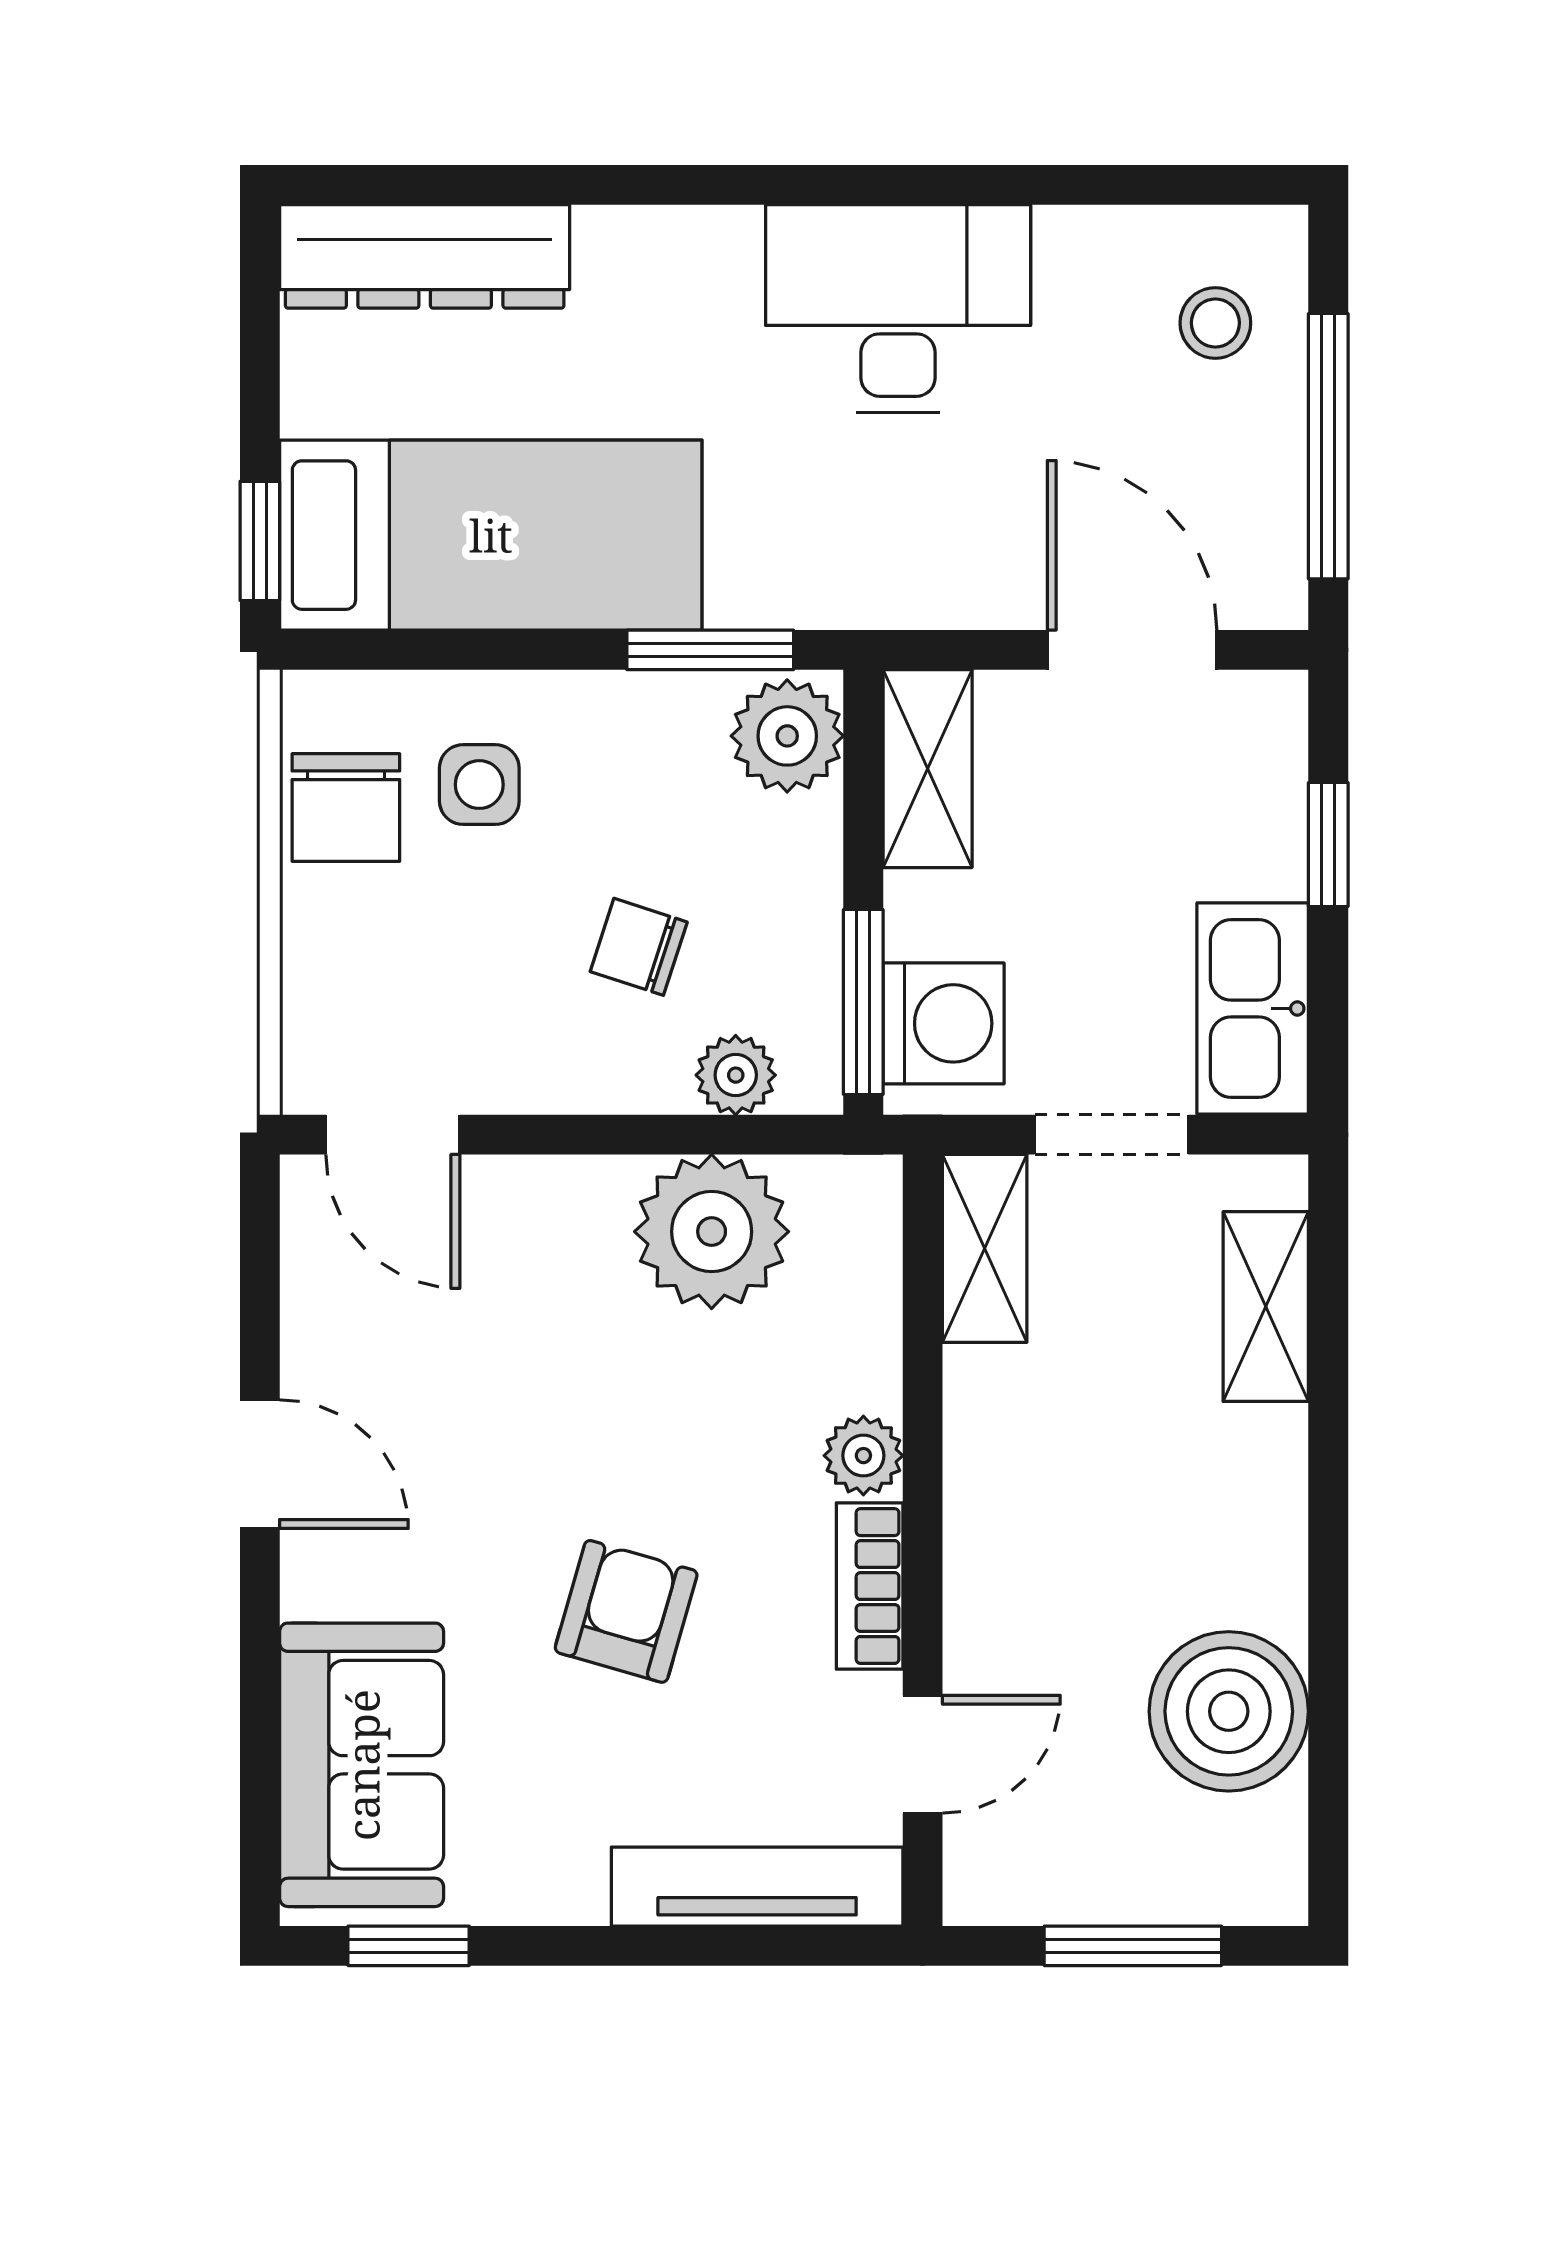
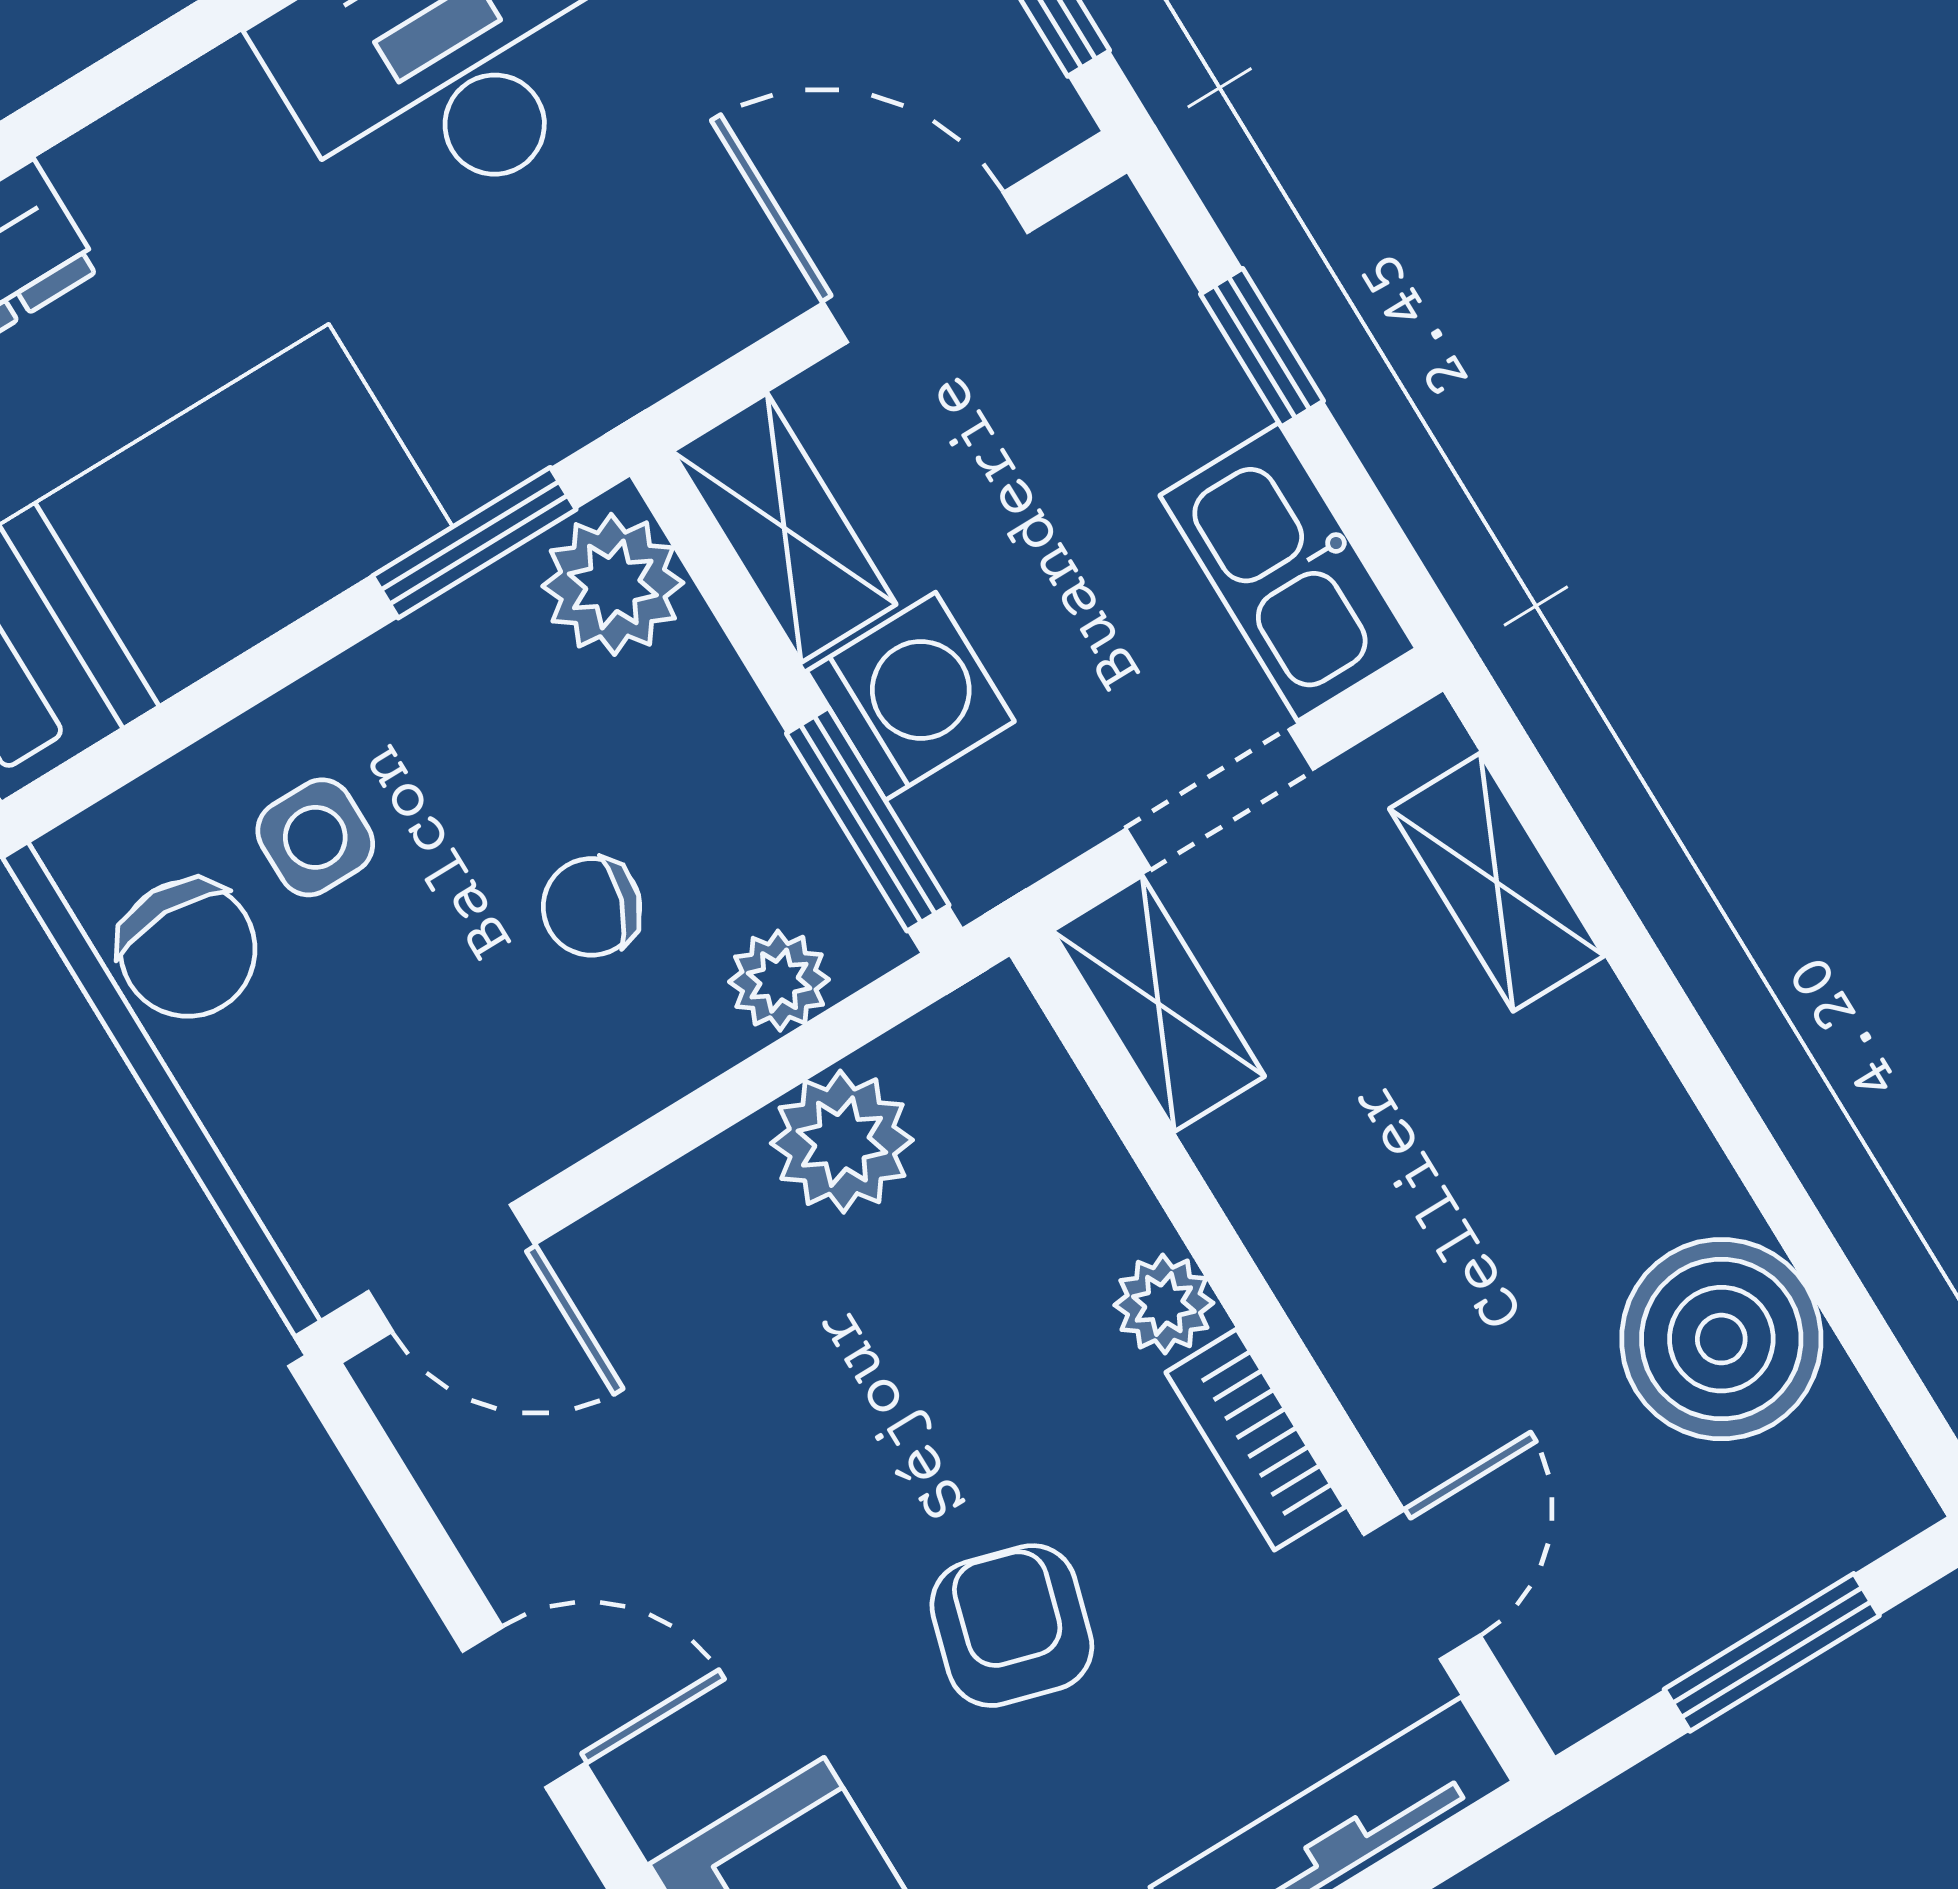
washing machine: (944, 1023) -> (910, 696), moved
plant: (712, 1232) -> (842, 1142), width x0.73, depth x0.73

